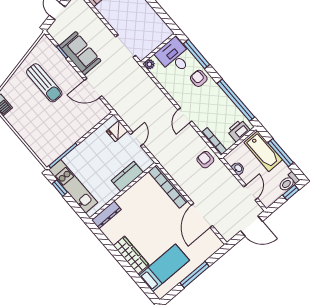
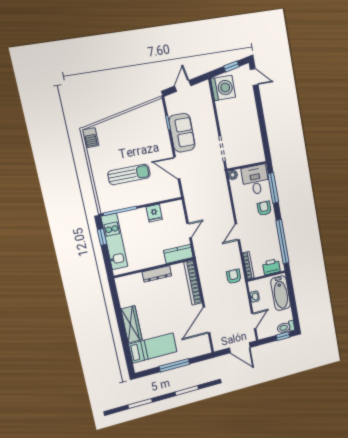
sun lounger: (44, 83) -> (129, 174), moved, turned -90
fridge: (117, 131) -> (154, 213), moved, turned -90
window: (281, 153) -> (293, 301), removed
kitchen counter: (127, 176) -> (178, 254), moved
dresser: (106, 215) -> (157, 274), moved

